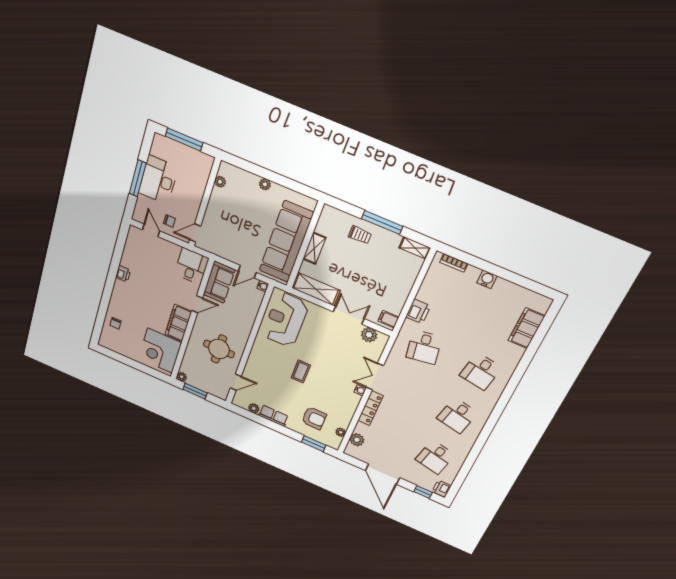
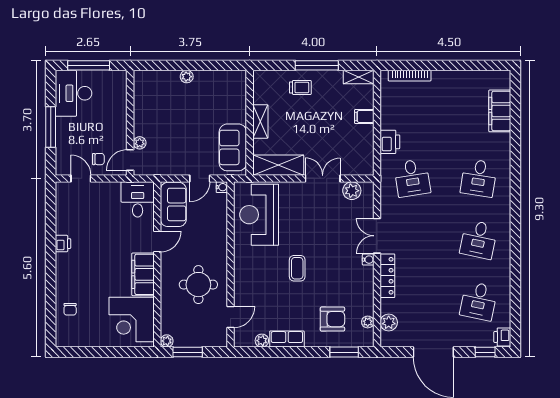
desk: (158, 180) -> (73, 93), moved
plant: (220, 182) -> (140, 143), moved
sofa: (286, 242) -> (233, 147), width x0.54, depth x0.79
bookcase: (454, 263) -> (410, 76), width x1.56
water cooler: (487, 279) -> (440, 78), removed
filing cabinet: (388, 319) -> (364, 116), moved

